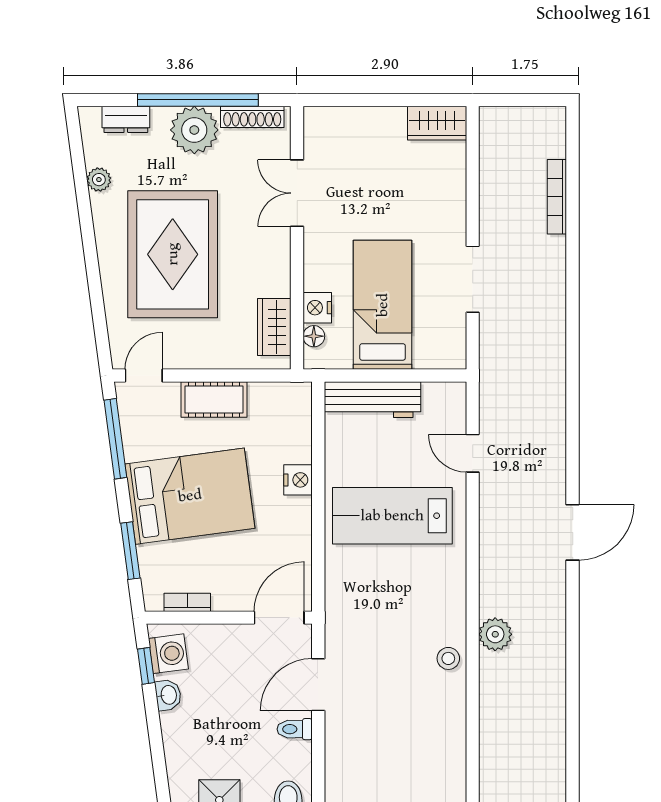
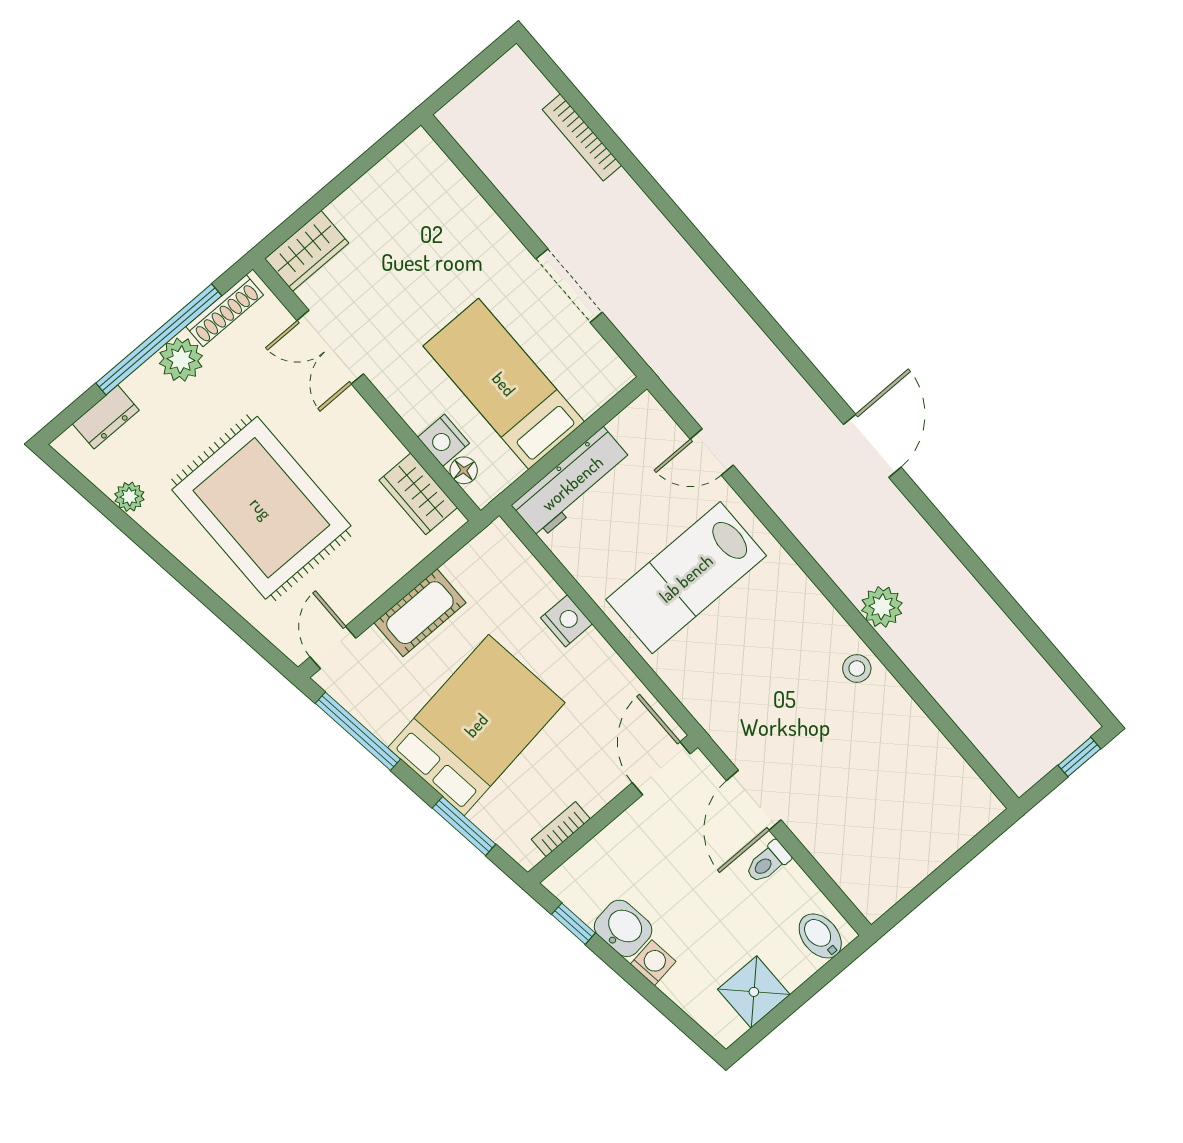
wardrobe: (437, 123) -> (307, 251), moved
plant: (194, 130) -> (181, 360), width x0.73, depth x0.73
washing machine: (168, 654) -> (653, 963), moved, width x0.73, depth x0.73
washbasin: (168, 695) -> (623, 928), width x1.38, depth x1.45

